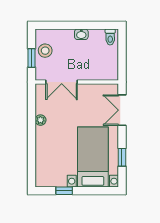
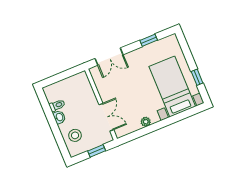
toilet: (110, 37) -> (57, 105), moved
stool: (45, 51) -> (75, 135), moved
bed with nightstands: (93, 157) -> (172, 86), moved, turned 90

